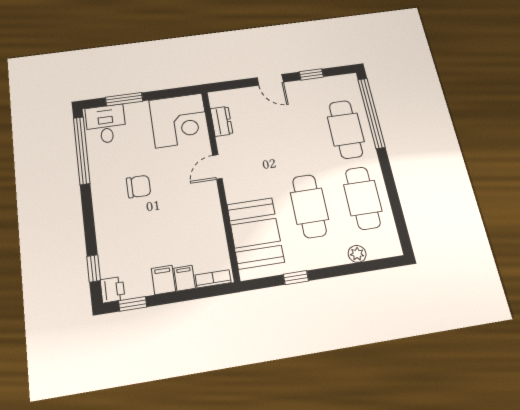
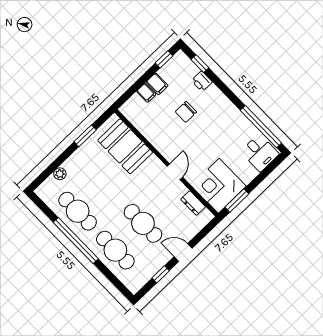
window: (124, 99) -> (237, 200), moved
window: (371, 113) -> (76, 241), moved
chair: (139, 187) -> (186, 112), moved
cafe table: (309, 206) -> (143, 223), moved
window: (296, 278) -> (85, 136), width x1.50
bookcase: (213, 279) -> (130, 103), removed
printer: (113, 290) -> (202, 81), moved

